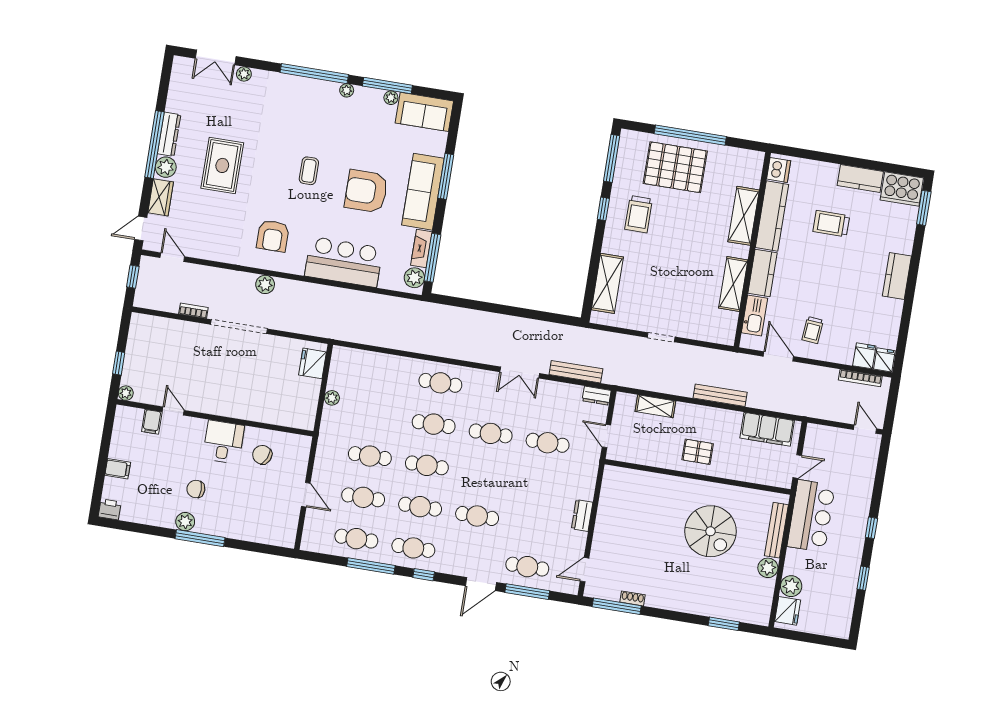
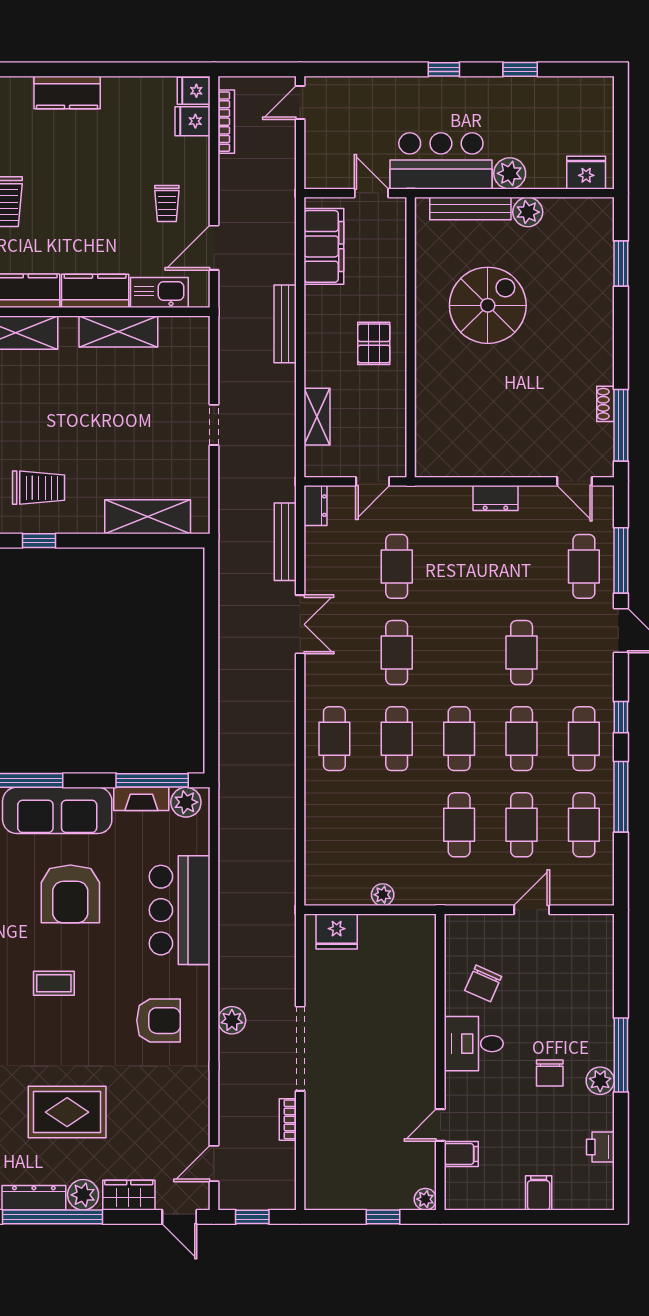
trolley: (813, 330) -> (167, 204), turned 85
printer: (110, 509) -> (600, 1147), moved
plant: (791, 586) -> (510, 173), moved

